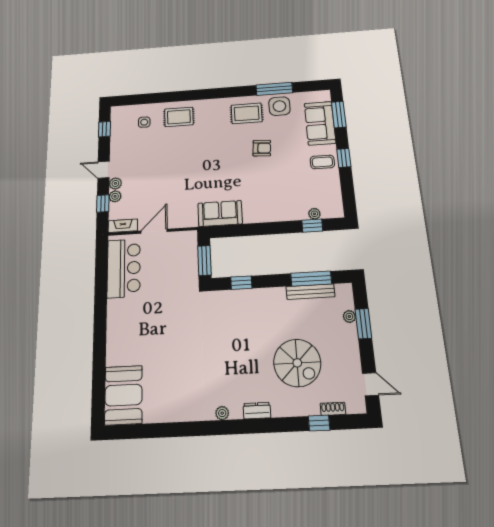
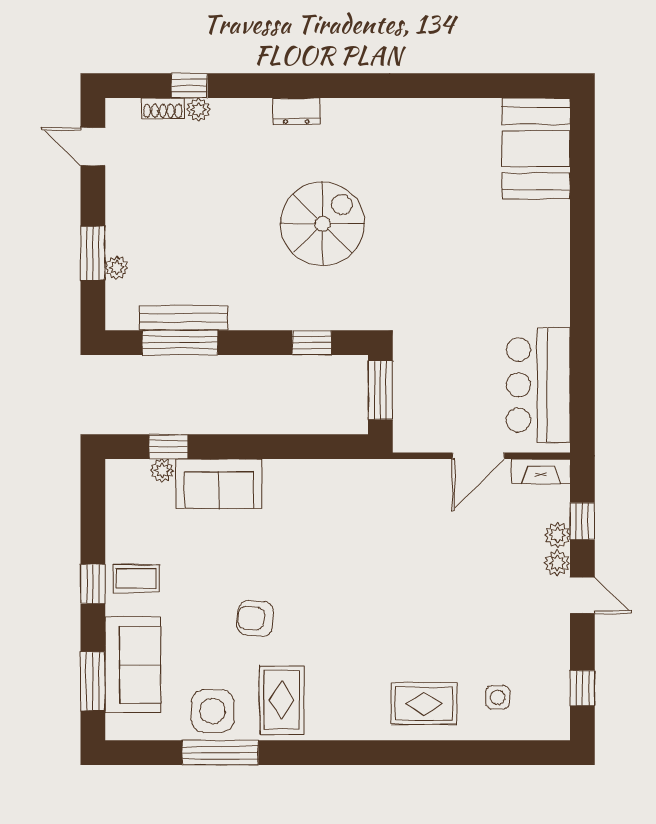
rug: (247, 113) -> (282, 700), turned 90
sofa: (220, 214) -> (219, 484), moved
spiral stairs: (297, 363) -> (323, 224), moved, turned 90
plant: (222, 413) -> (198, 110), moved

